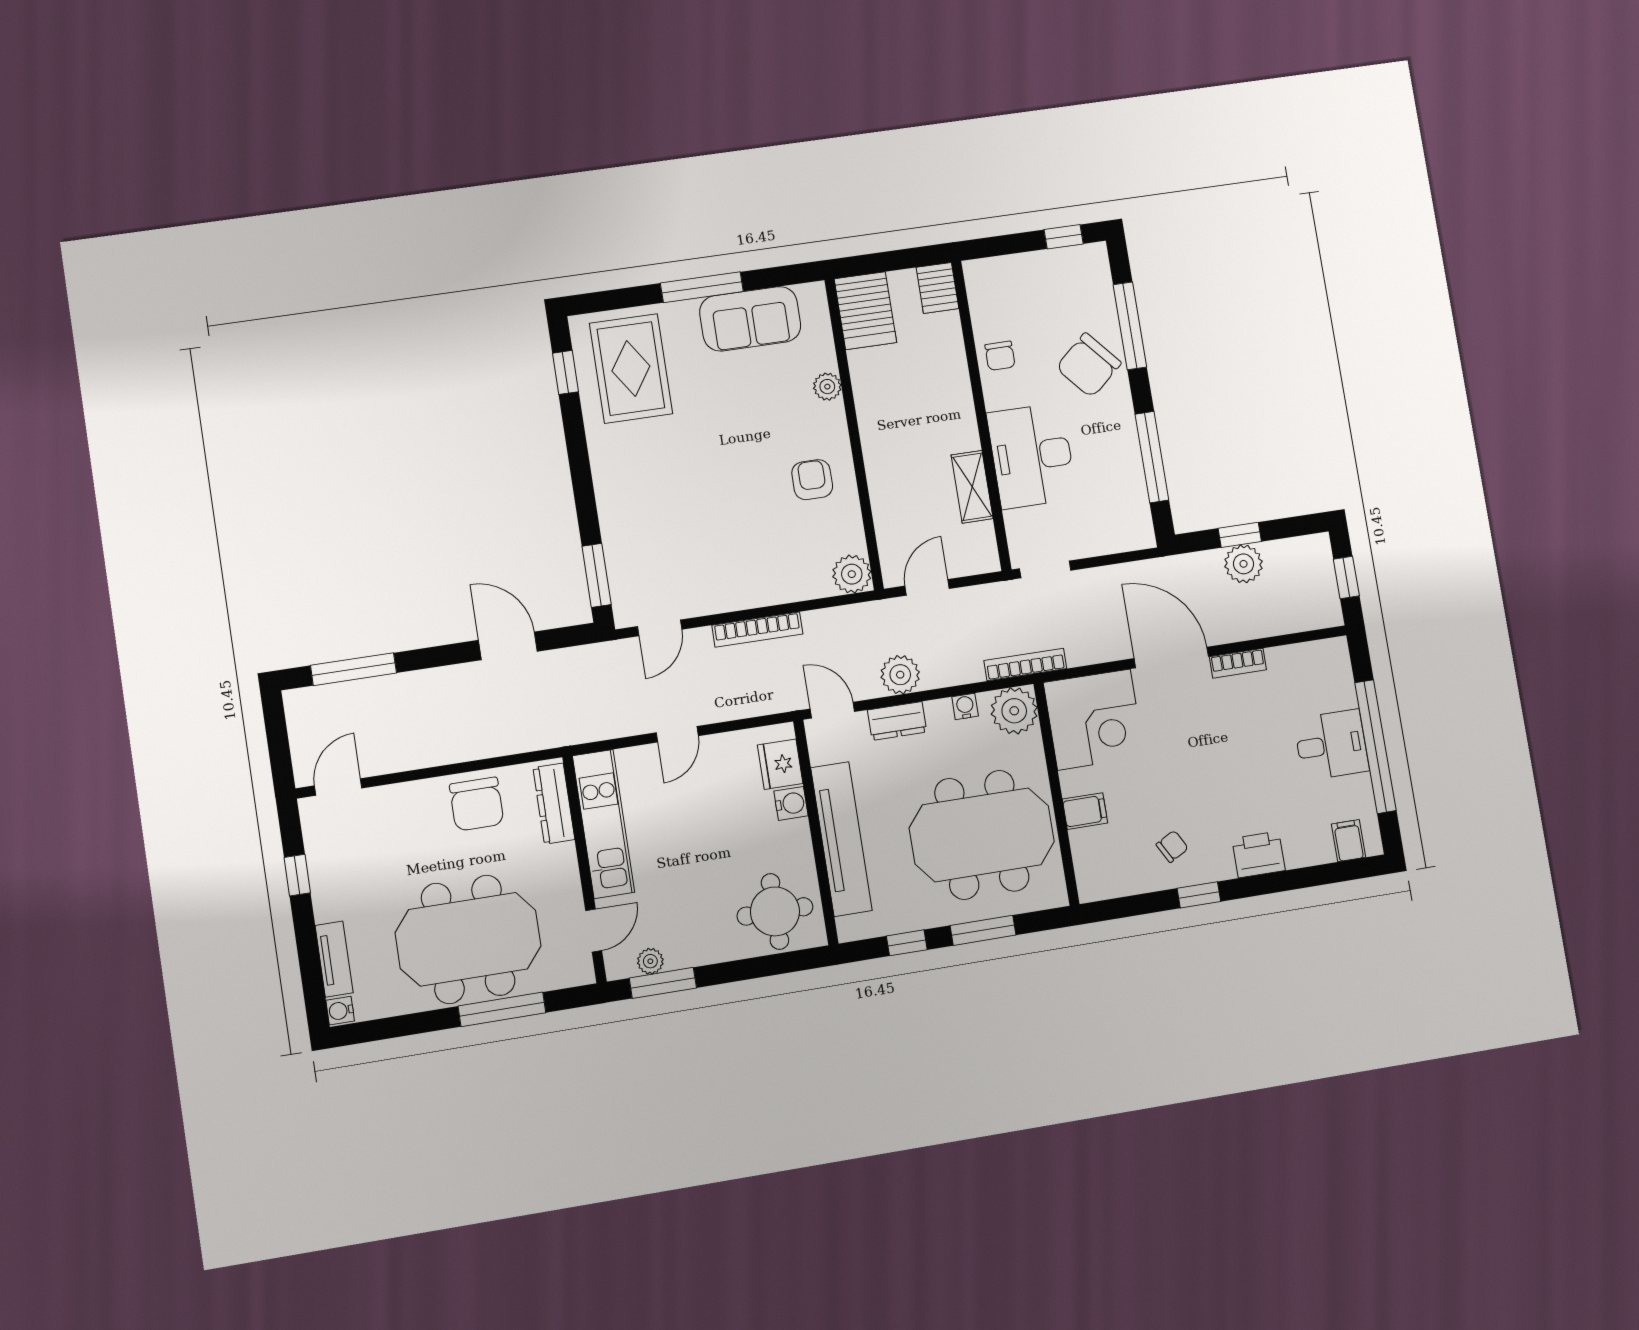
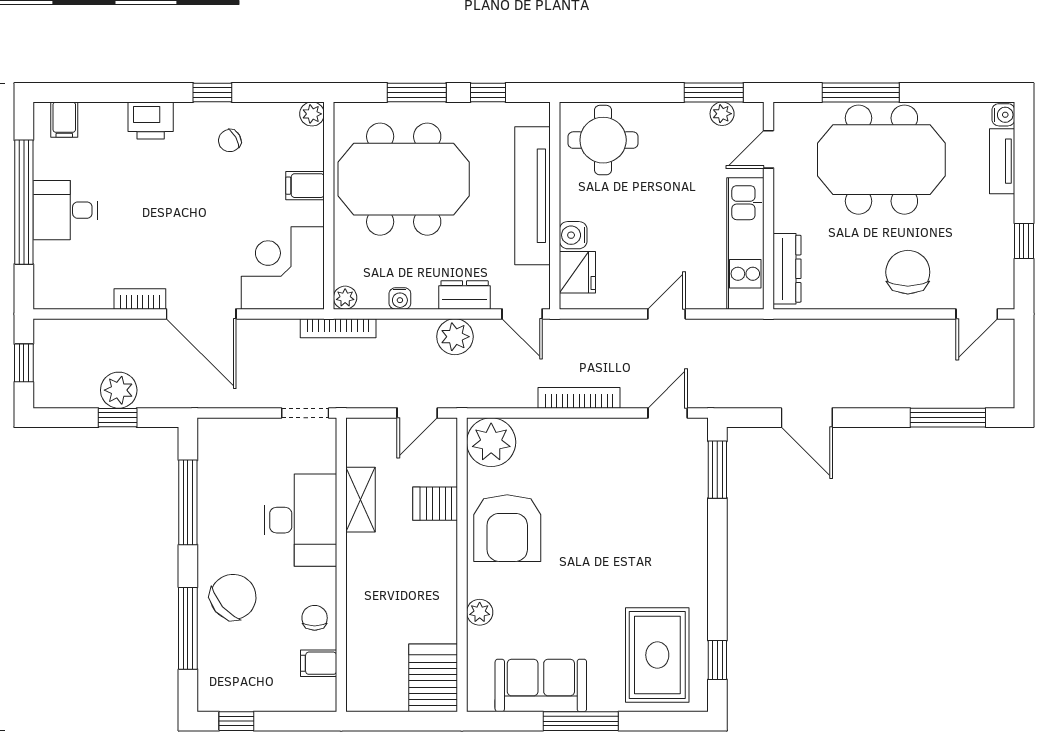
server rack: (937, 288) -> (435, 504), moved, turned -90
filing cabinet: (988, 309) -> (319, 663), added
armchair: (812, 480) -> (507, 528), width x1.88, depth x1.88
plant: (852, 574) -> (491, 442), width x1.36, depth x1.36
plant: (1014, 711) -> (345, 298), width x0.53, depth x0.53
chair: (477, 804) -> (908, 272), moved
plant: (1090, 889) -> (312, 114), added

